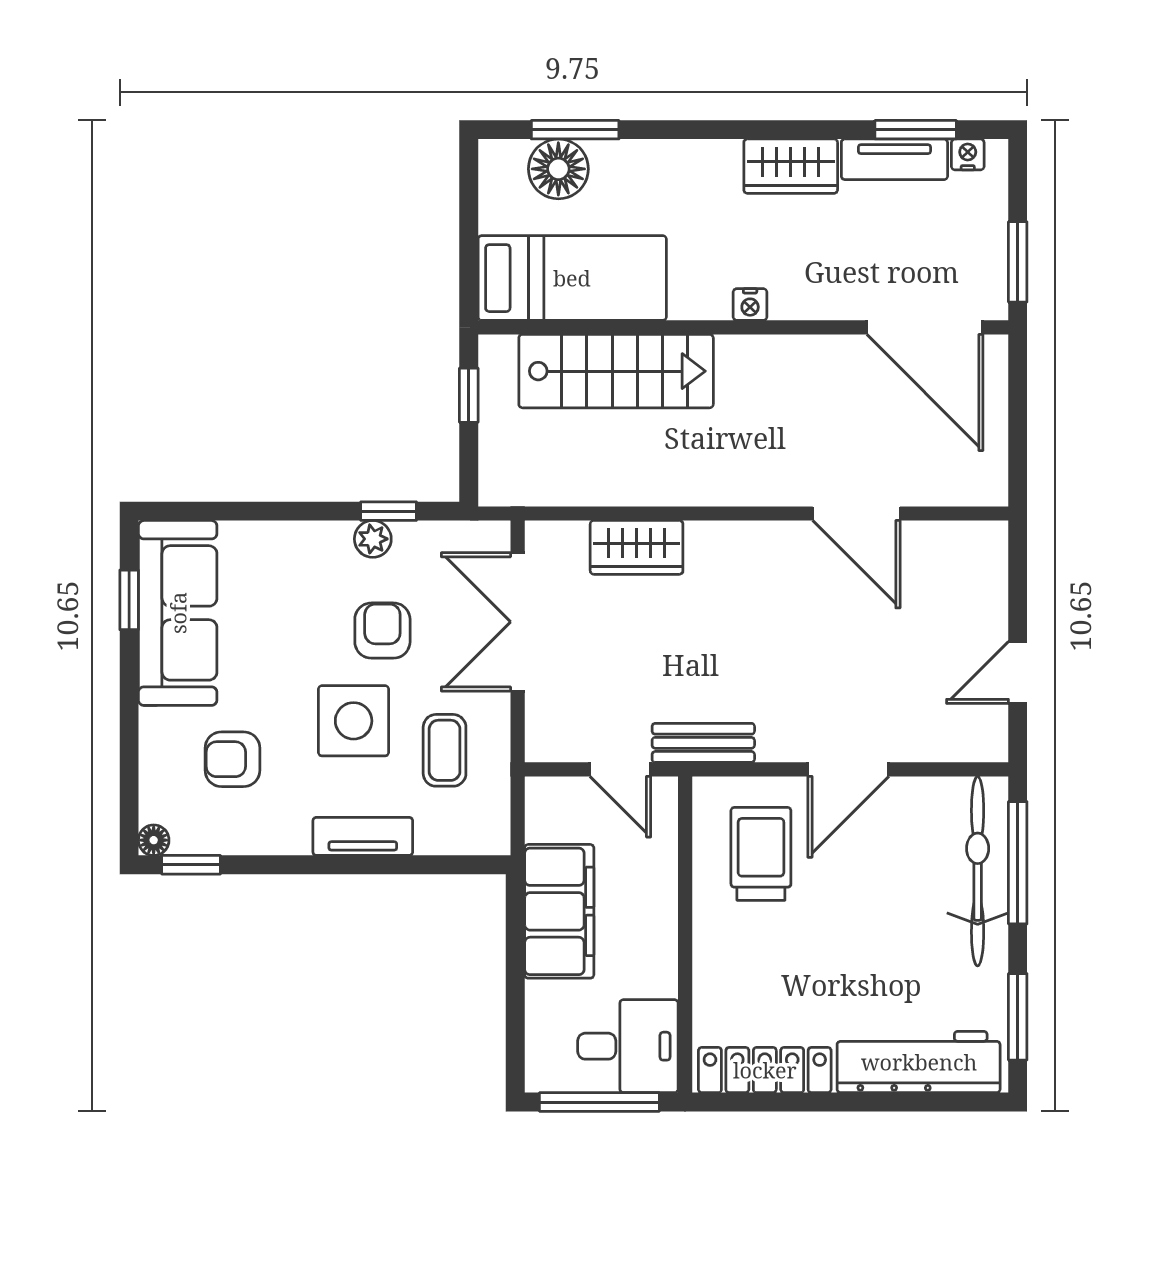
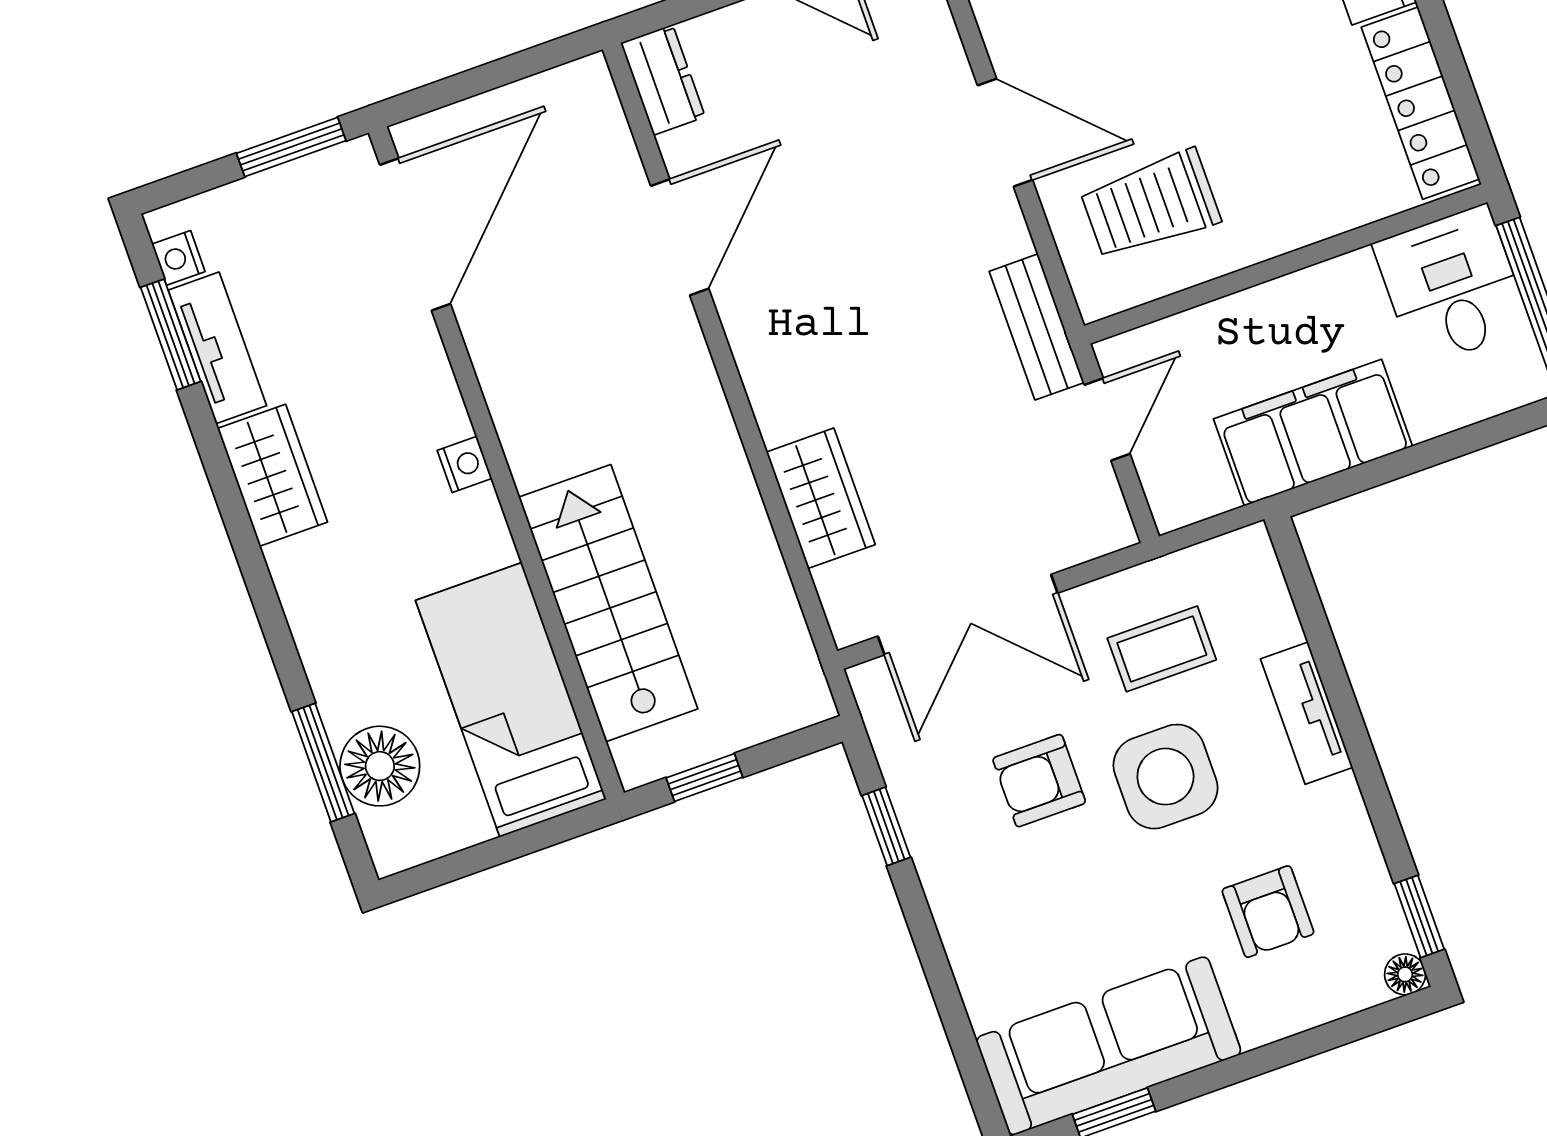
plant: (373, 539) -> (928, 834), removed
dresser: (972, 541) -> (663, 80), added

